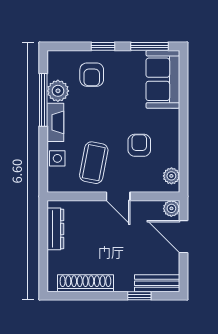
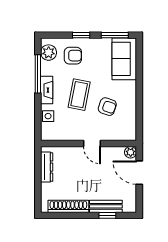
armchair: (92, 75) -> (73, 56), turned -90
plant: (58, 91) -> (49, 53), moved
armchair: (139, 145) -> (107, 107), turned 109
coffee table: (94, 163) -> (79, 95), moved
plant: (171, 176) -> (130, 129), removed
bench: (157, 283) -> (106, 206), moved

